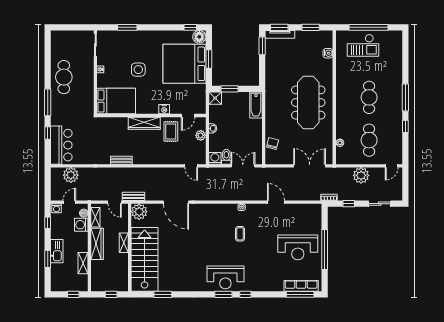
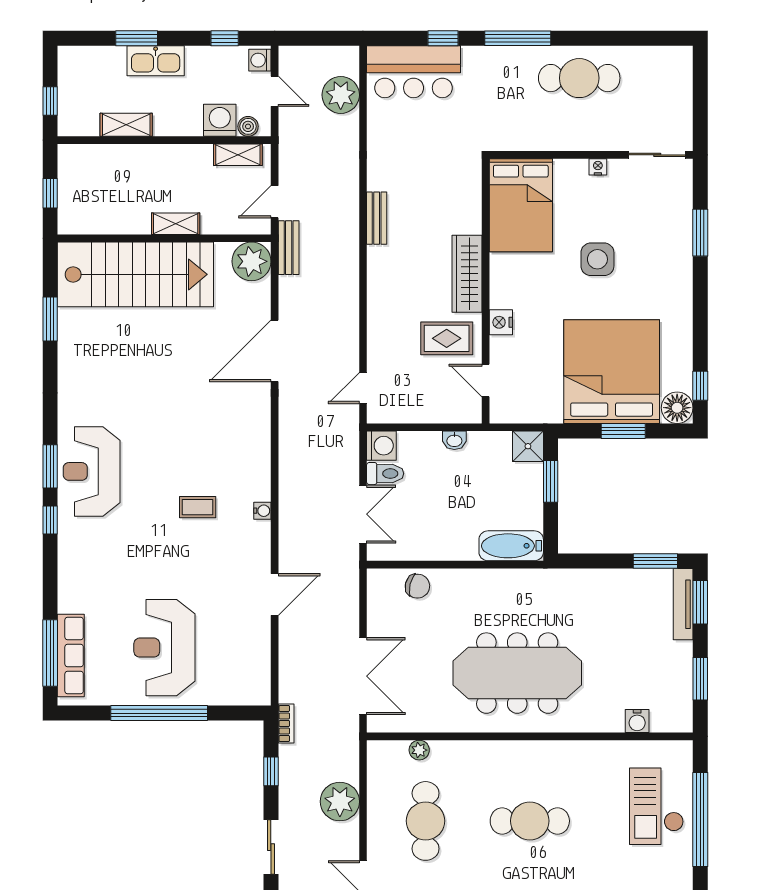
plant: (201, 135) -> (437, 411), removed
cafe table: (369, 140) -> (426, 821), turned 90
wardrobe: (97, 244) -> (173, 159), removed

